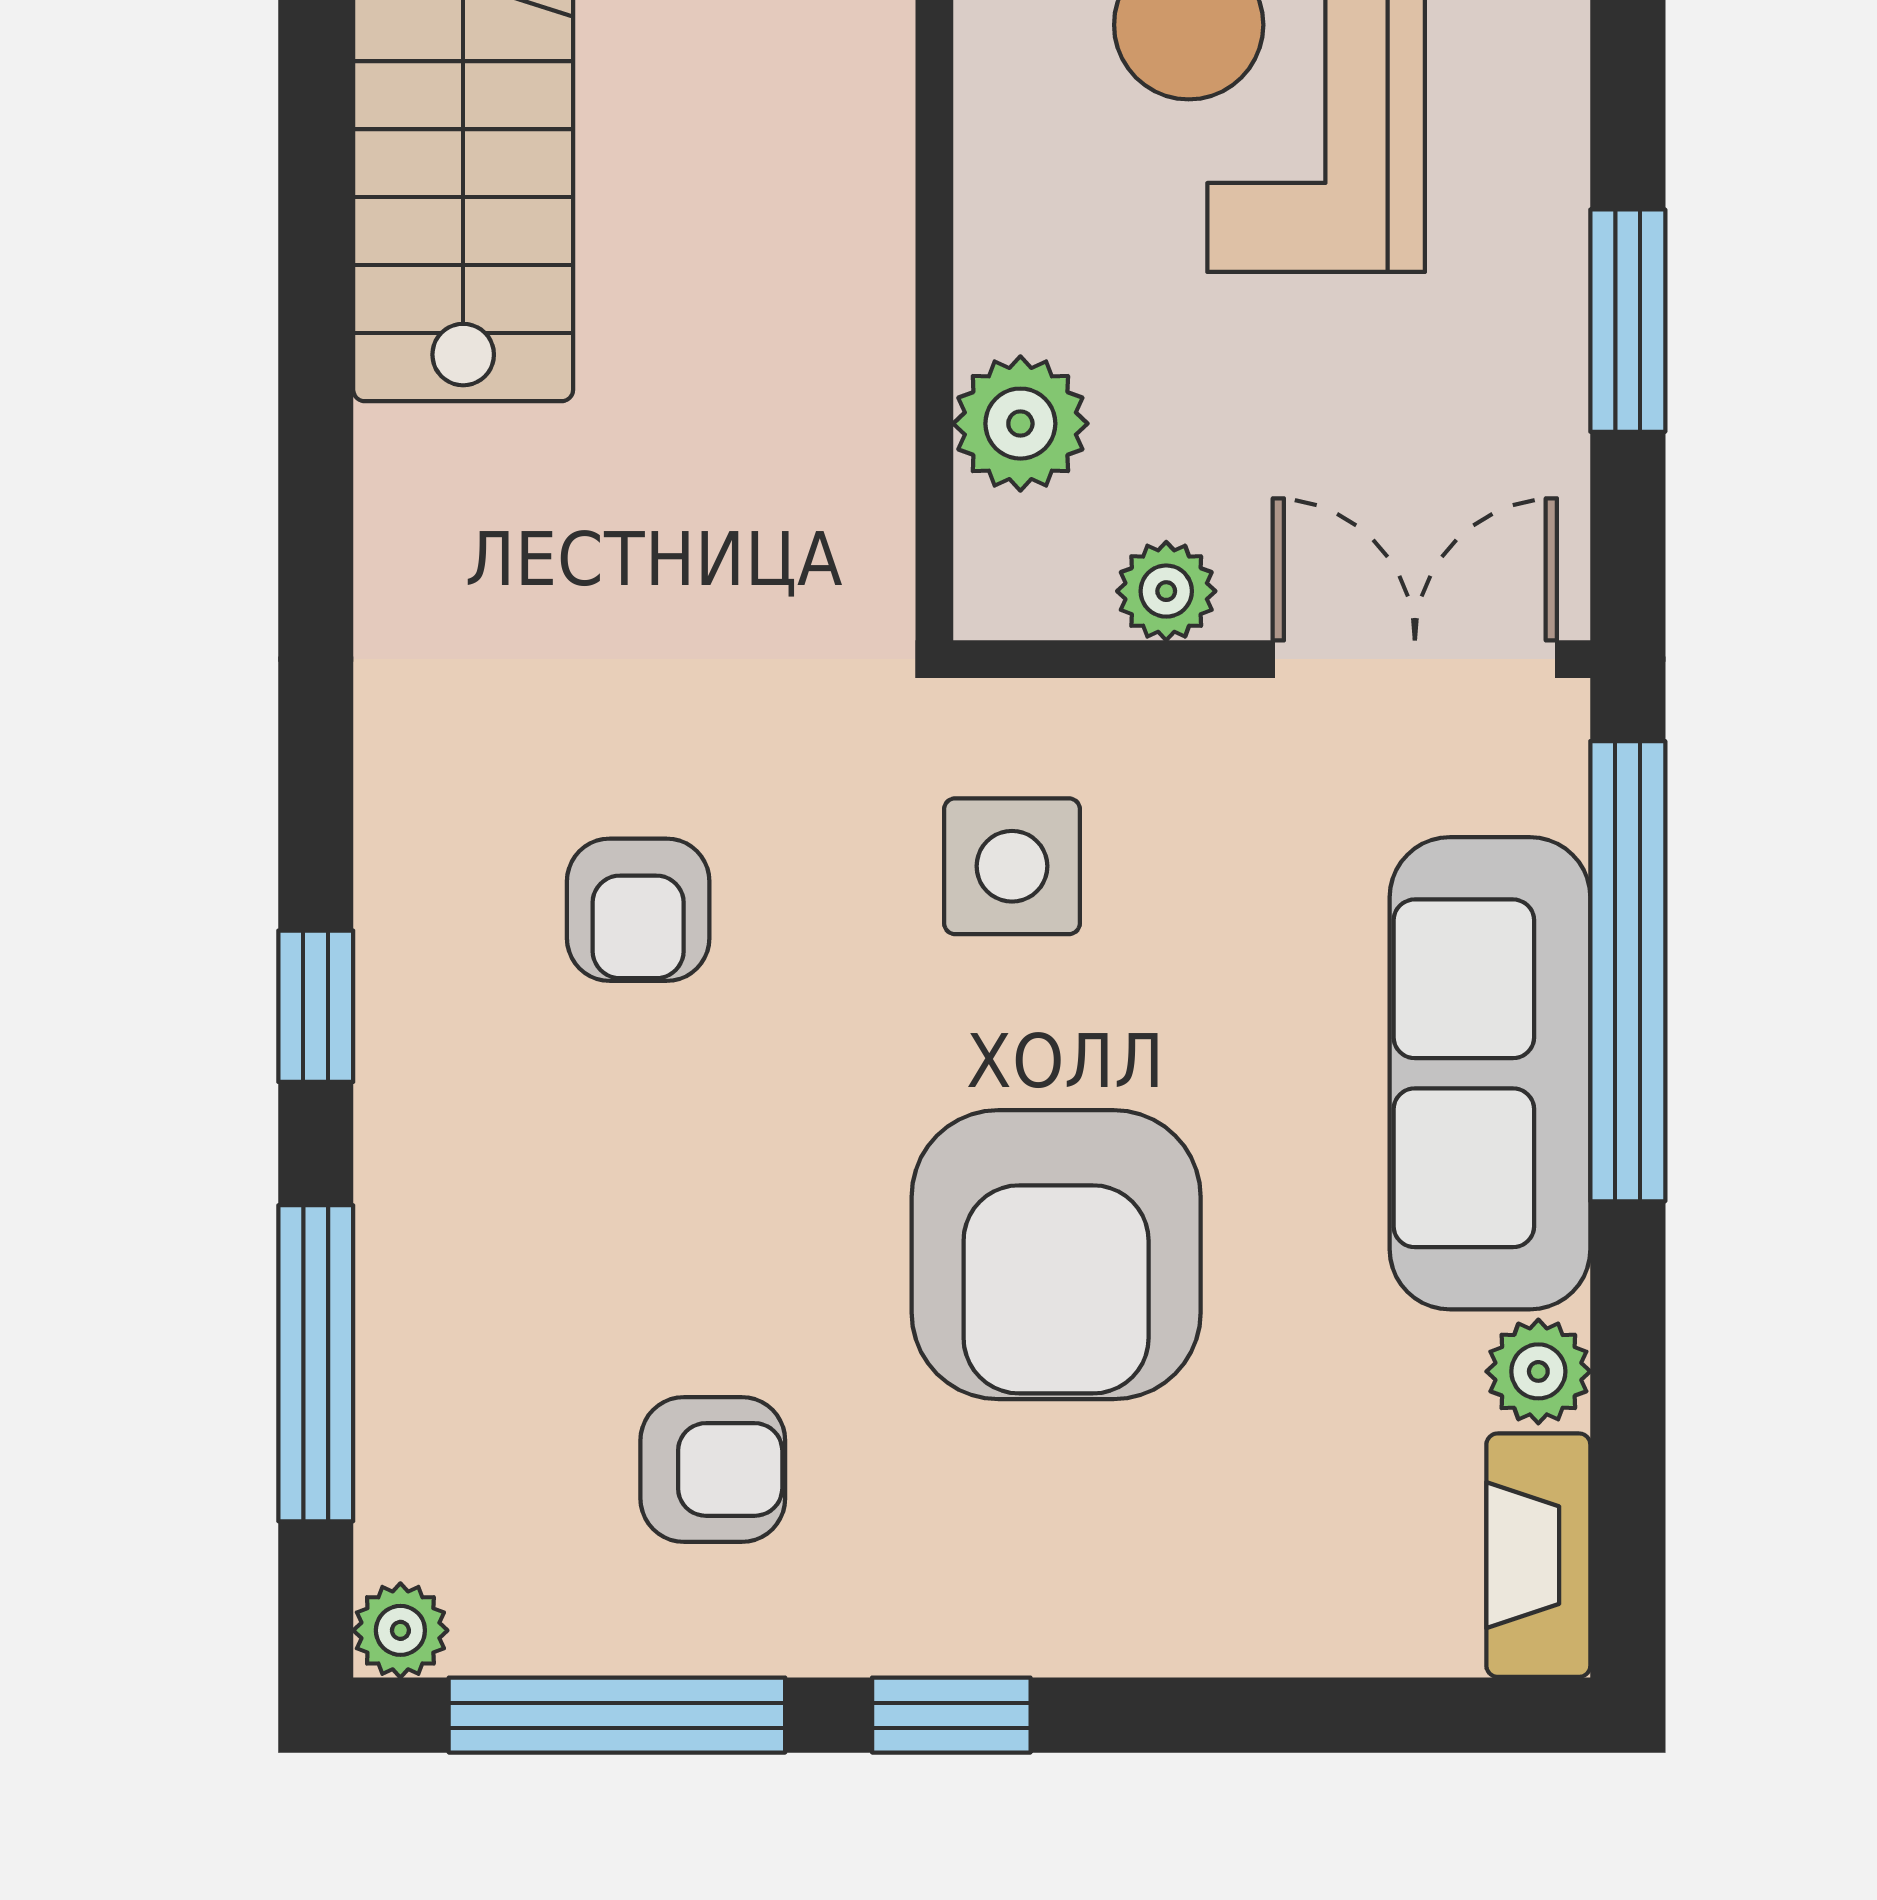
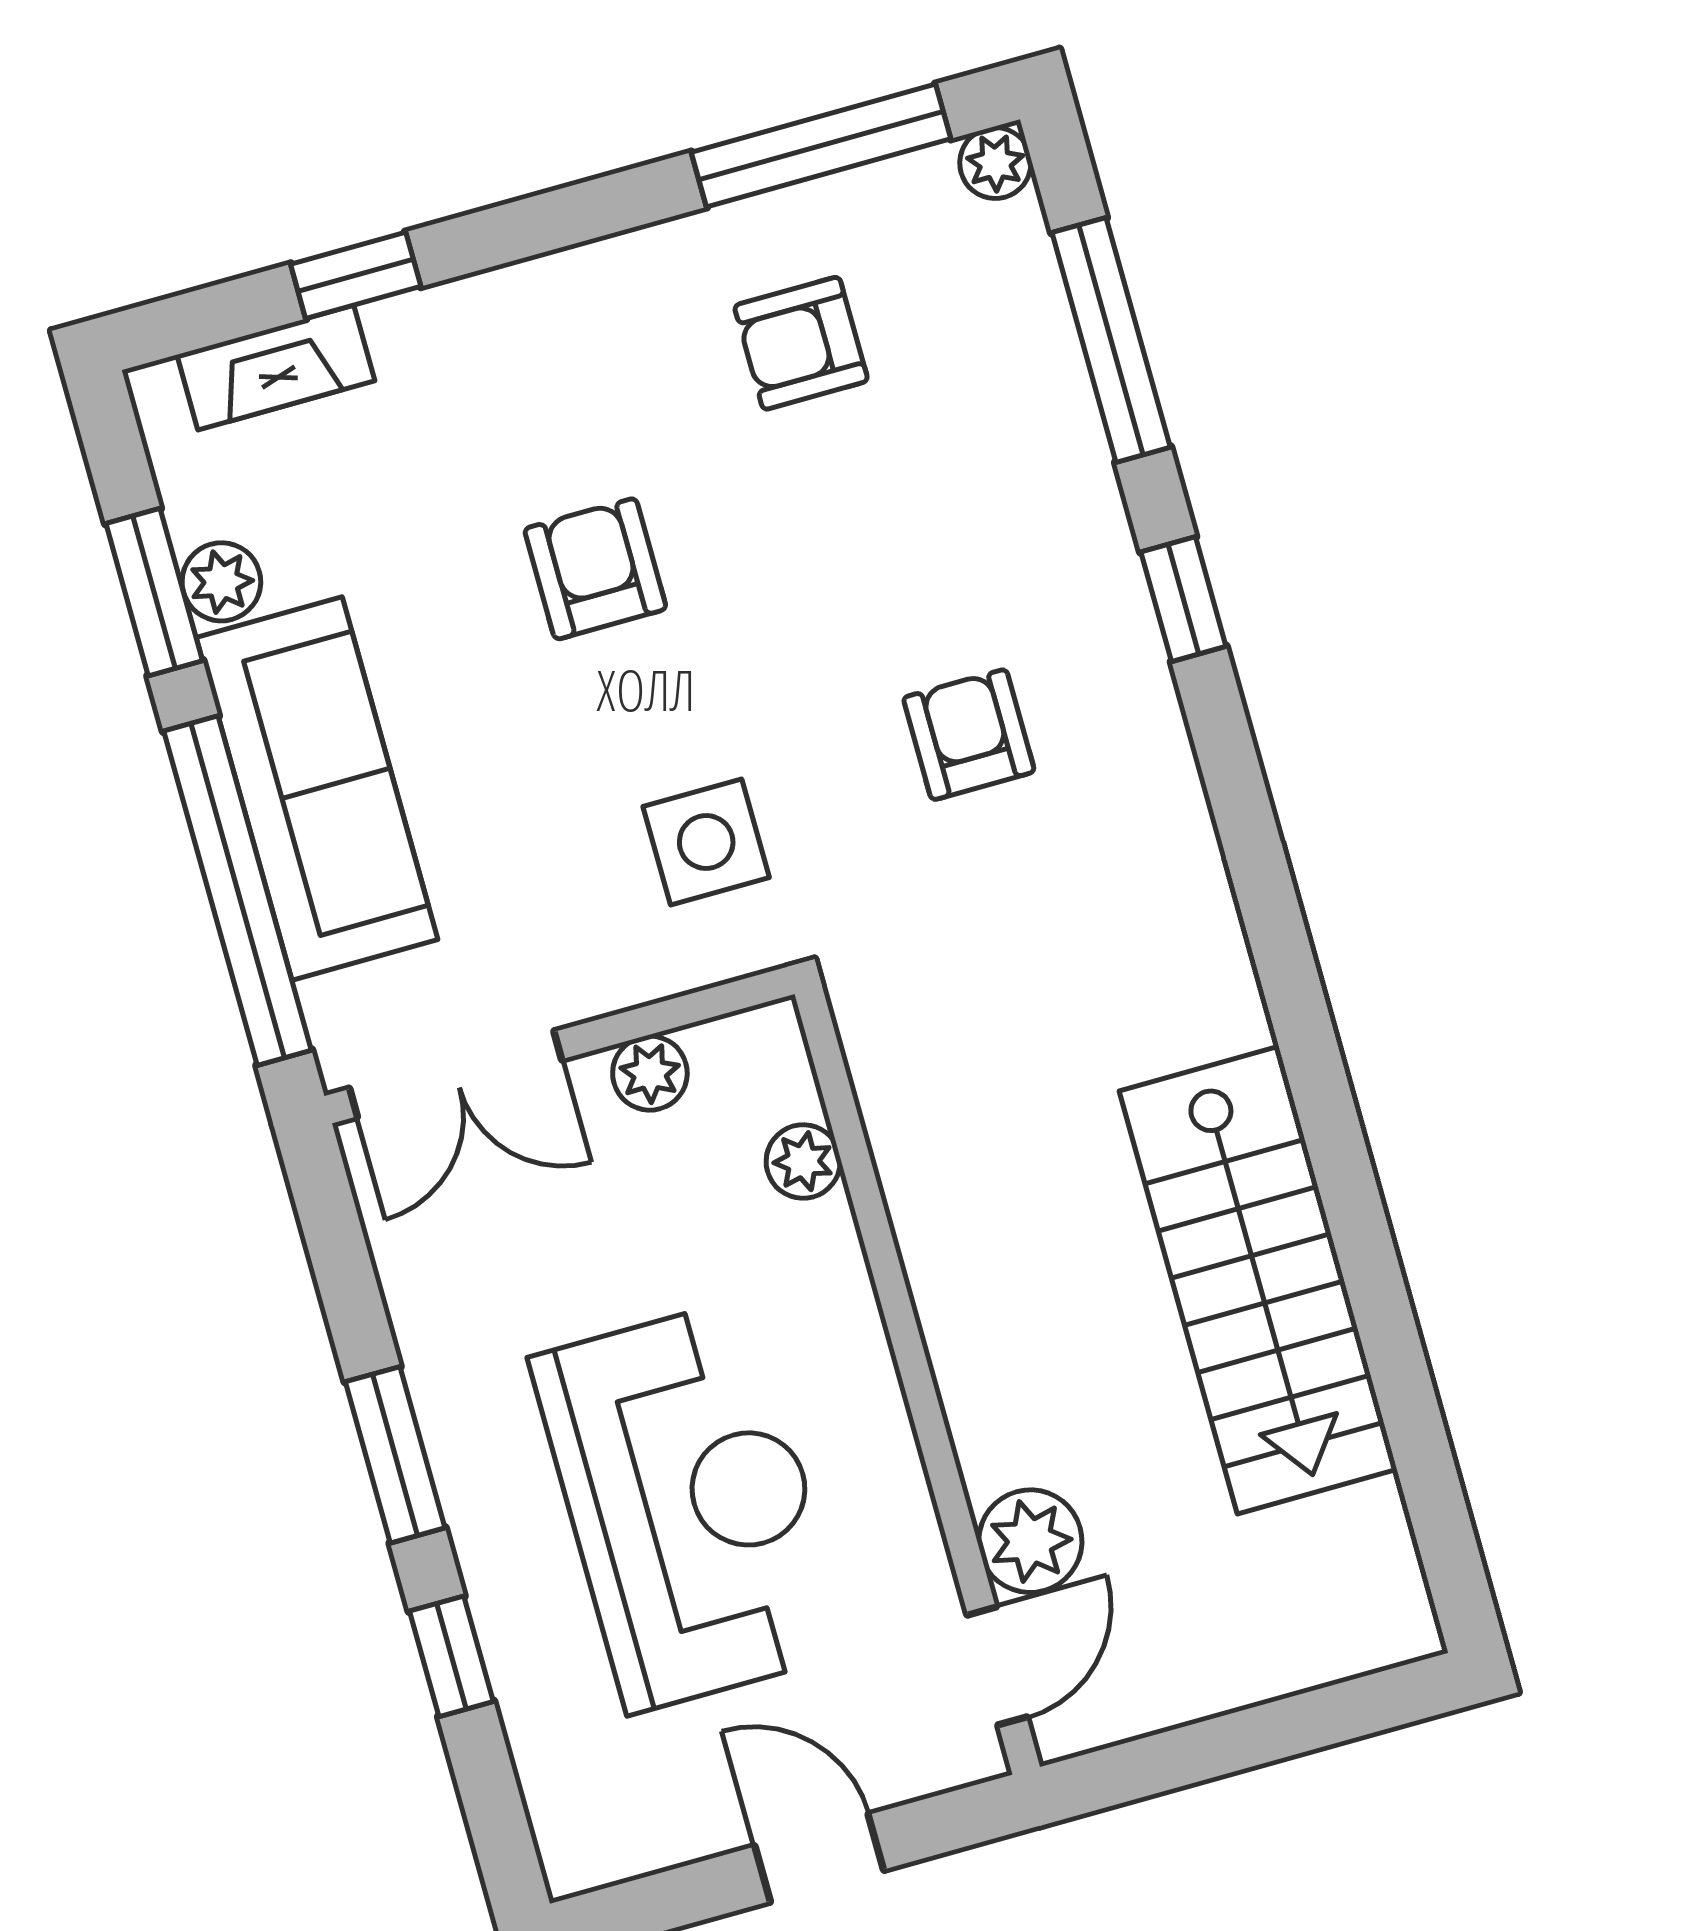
window: (1628, 321) -> (395, 1455), moved
plant: (1020, 424) -> (803, 1162), width x0.73, depth x0.73
armchair: (1056, 1255) -> (595, 569), width x0.53, depth x0.53
window: (1628, 1382) -> (154, 592), added
fireplace: (1538, 1555) -> (276, 368), moved, turned 90
window: (951, 1715) -> (356, 275), moved

